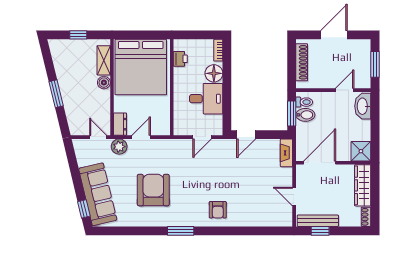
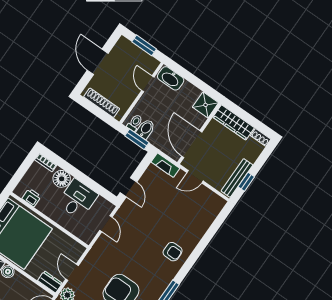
door: (294, 197) -> (195, 177), moved

